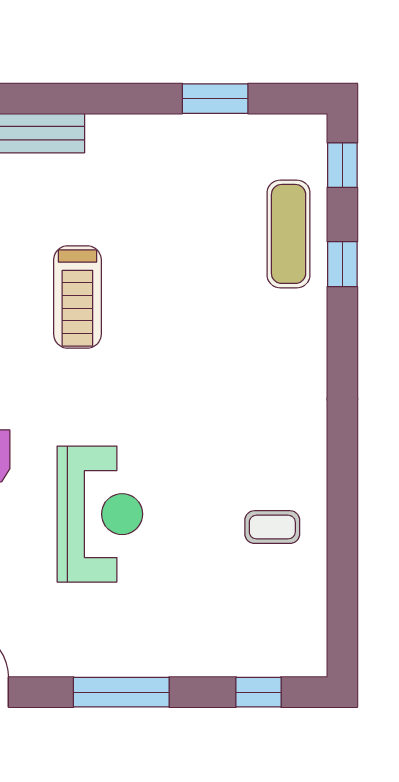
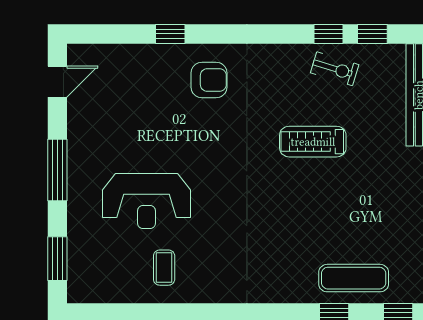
reception desk: (100, 514) -> (146, 201), moved
window: (258, 692) -> (57, 259), width x1.50

